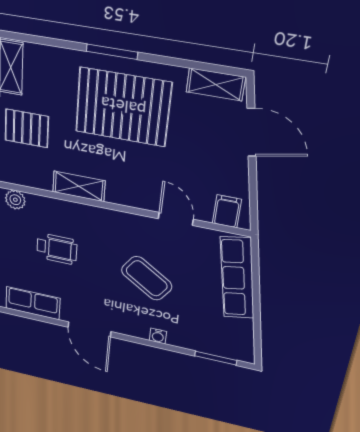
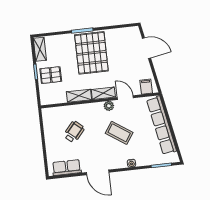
shelving: (216, 84) -> (103, 93), moved
pallet: (123, 107) -> (91, 53), turned 90
plant: (15, 200) -> (109, 106), moved
wheelchair: (57, 249) -> (74, 132), turned -50
row of seats: (237, 278) -> (162, 125), width x1.36

